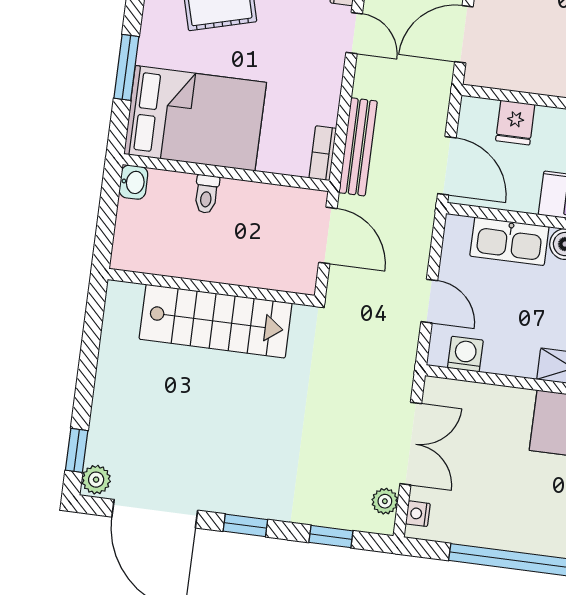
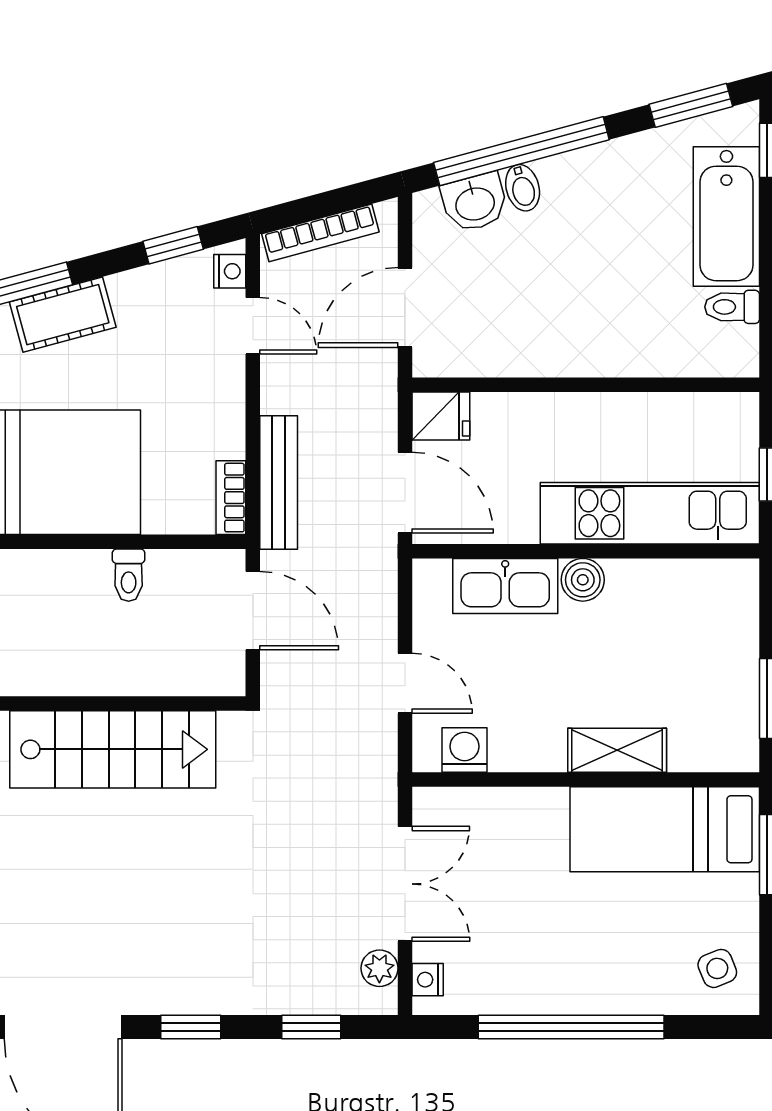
fridge: (515, 123) -> (441, 416), moved, turned -90
toilet: (206, 194) -> (129, 575), moved

